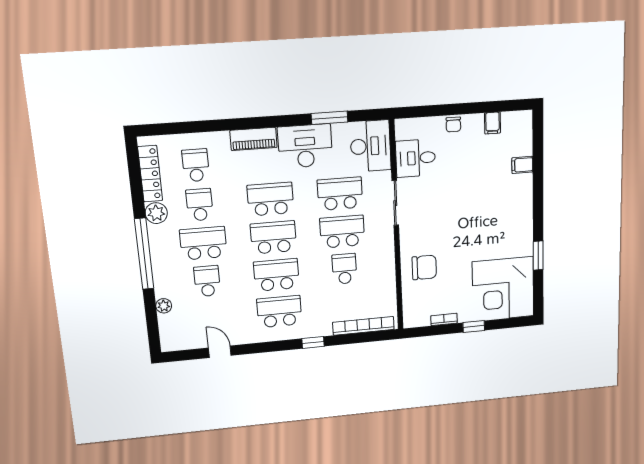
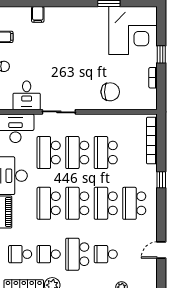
chair: (424, 267) -> (110, 92), turned 90
school desk: (344, 269) -> (106, 153), width x1.85

